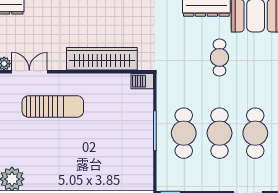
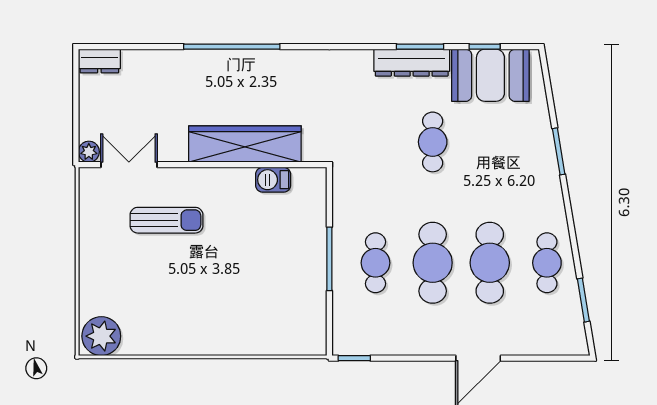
barbecue: (142, 81) -> (273, 180), moved
sun lounger: (53, 106) -> (167, 220), width x0.73, depth x0.75
cafe table: (184, 133) -> (376, 263), width x0.73, depth x0.74

